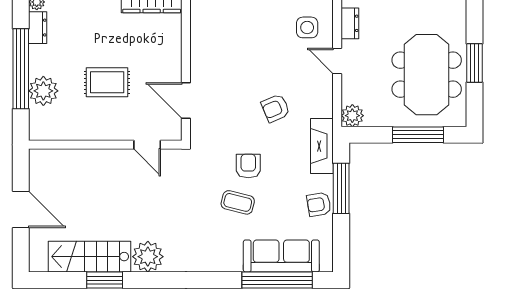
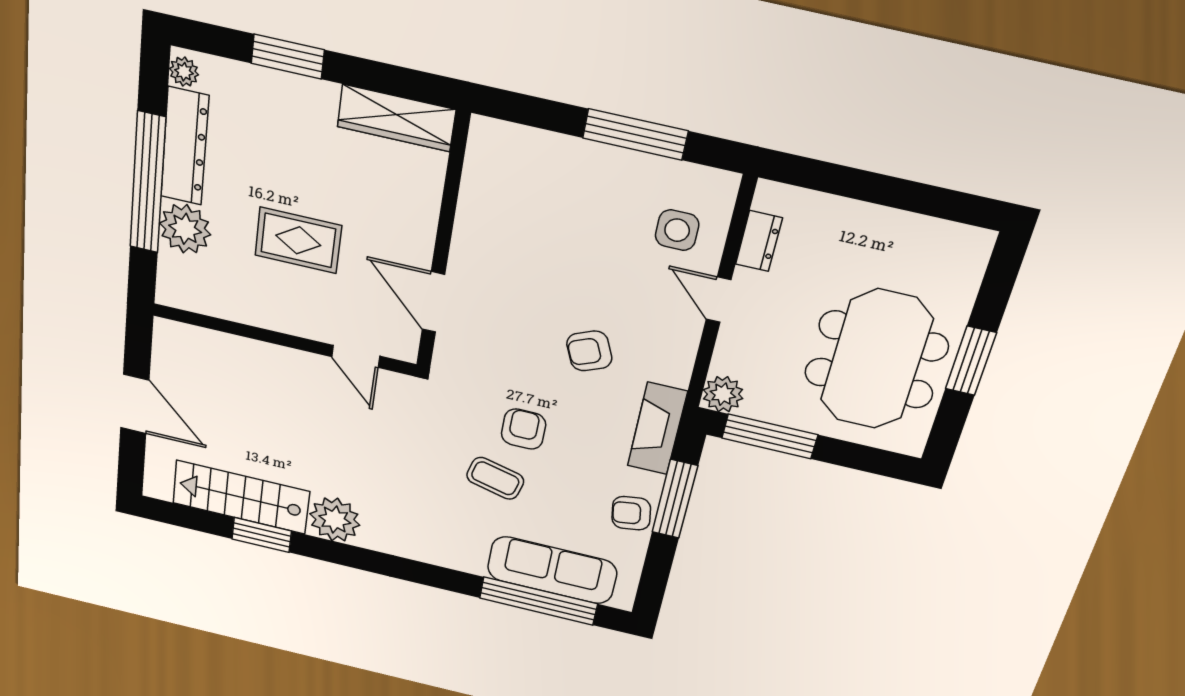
dresser: (38, 28) -> (185, 146), width x1.96, depth x1.24
window: (418, 135) -> (770, 436), moved

